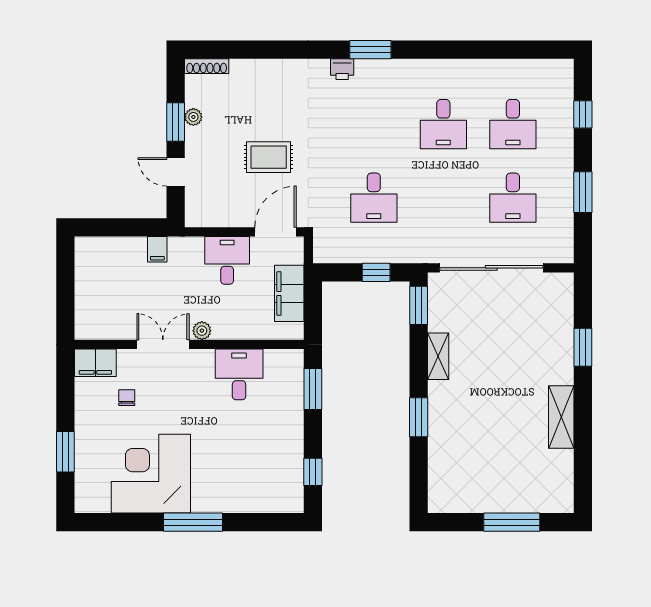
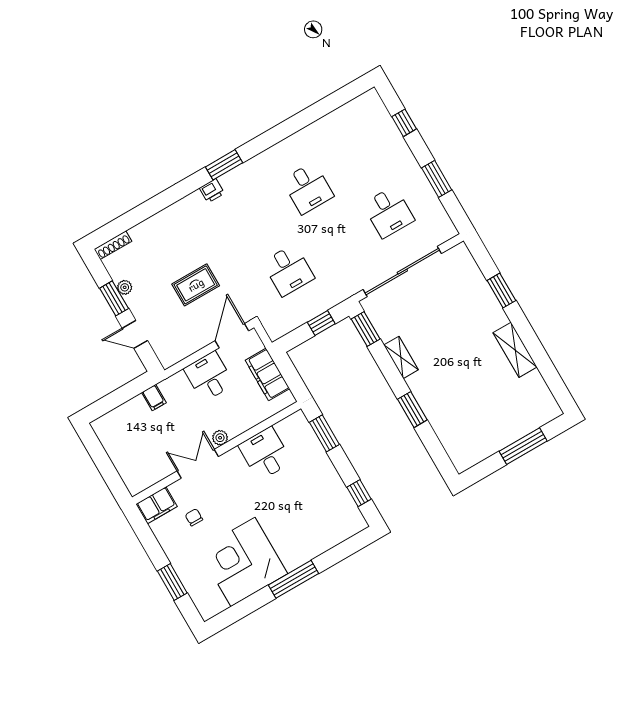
desk: (513, 124) -> (358, 159), removed

